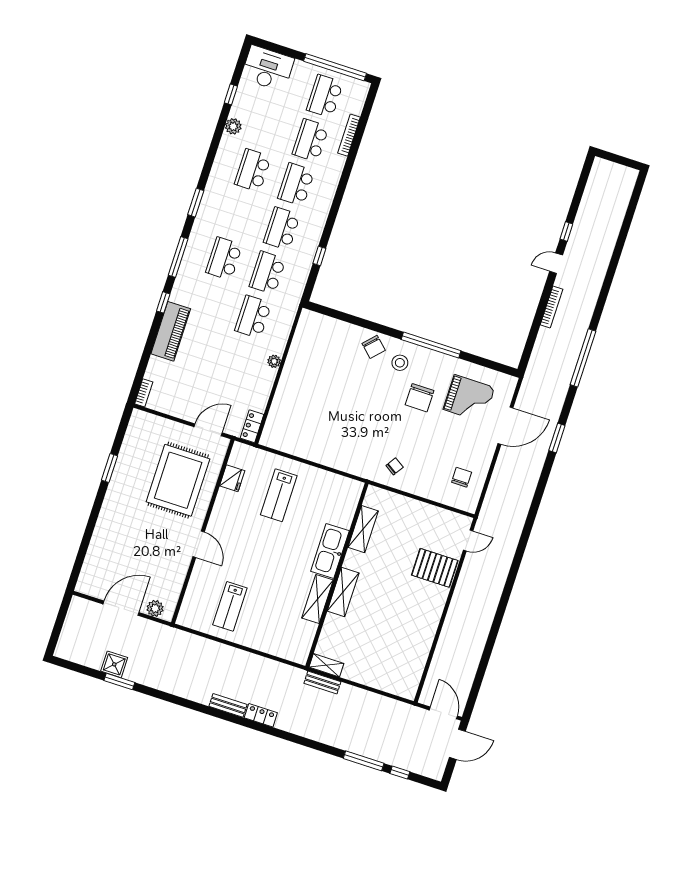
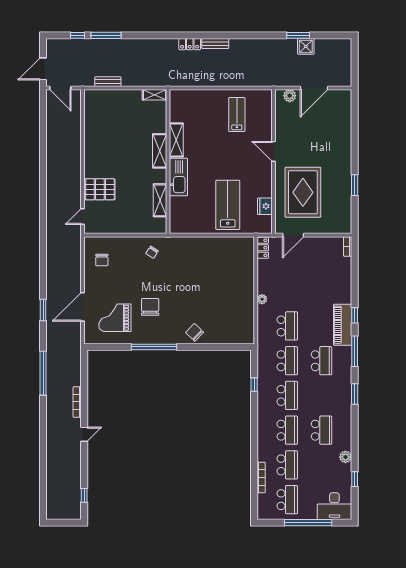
window: (335, 67) -> (308, 523), moved
window: (566, 232) -> (84, 495), moved
piano: (171, 331) -> (343, 325), moved
stool: (400, 363) -> (172, 327), removed
lab bench: (279, 495) -> (228, 205), width x1.36, depth x1.39
bench: (322, 683) -> (108, 82), moved

